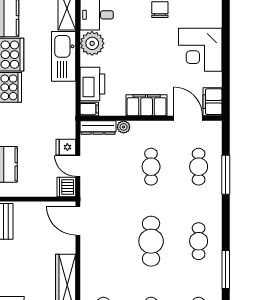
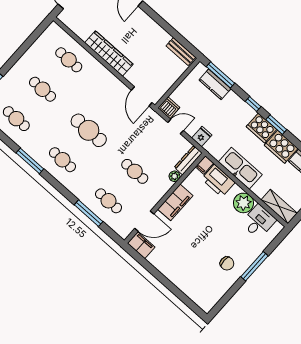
corner desk: (200, 50) -> (180, 266), removed
kitchen sink: (64, 56) -> (240, 168), moved
fridge: (66, 147) -> (202, 137), moved
door: (78, 221) -> (142, 96), swing flipped

